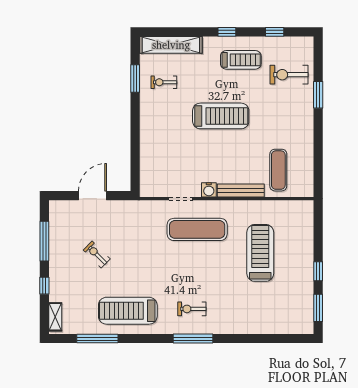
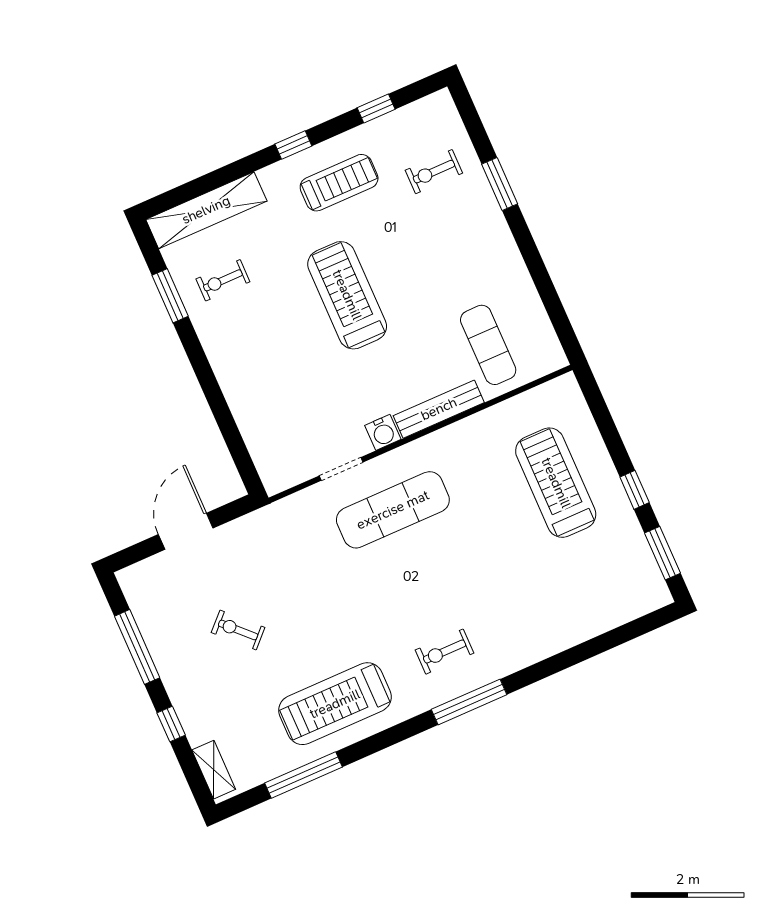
exercise bike: (289, 75) -> (434, 172), width x0.73, depth x0.72
treadmill: (221, 116) -> (347, 295), turned -90
treadmill: (260, 253) -> (556, 483), moved

